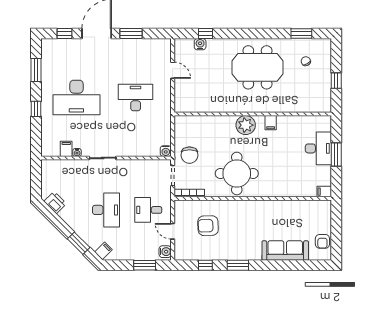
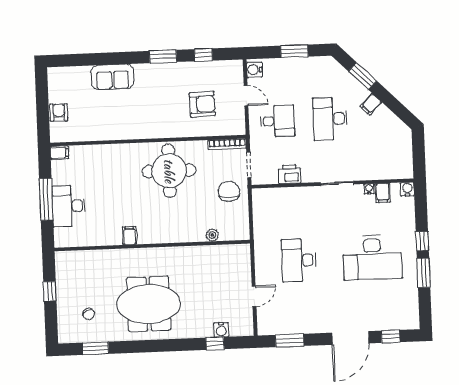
window: (131, 34) -> (290, 340), moved
window: (36, 70) -> (424, 273), moved
door: (173, 70) -> (254, 296), swing flipped
desk: (76, 97) -> (372, 257), turned 180
desk: (136, 97) -> (299, 260), turned 90
plant: (246, 125) -> (212, 235), moved, width x0.53, depth x0.53
water cooler: (166, 151) -> (407, 189), moved
window: (336, 154) -> (46, 199), width x1.44
printer: (55, 202) -> (290, 174), moved, turned 135
armchair: (322, 241) -> (59, 112), moved
filing cabinet: (103, 251) -> (371, 104), moved
sofa: (285, 251) -> (113, 77), width x0.73
window: (145, 265) -> (294, 51), moved

